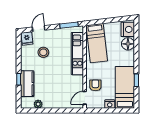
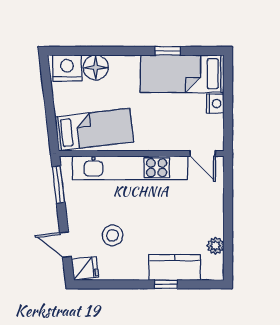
kitchen unit: (77, 54) -> (130, 168), width x1.36
armchair: (95, 85) -> (178, 132), removed

